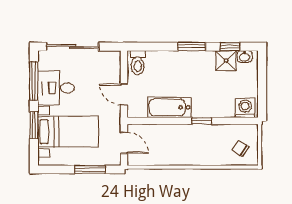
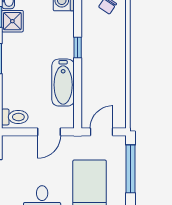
window: (90, 169) -> (131, 169), width x1.44

